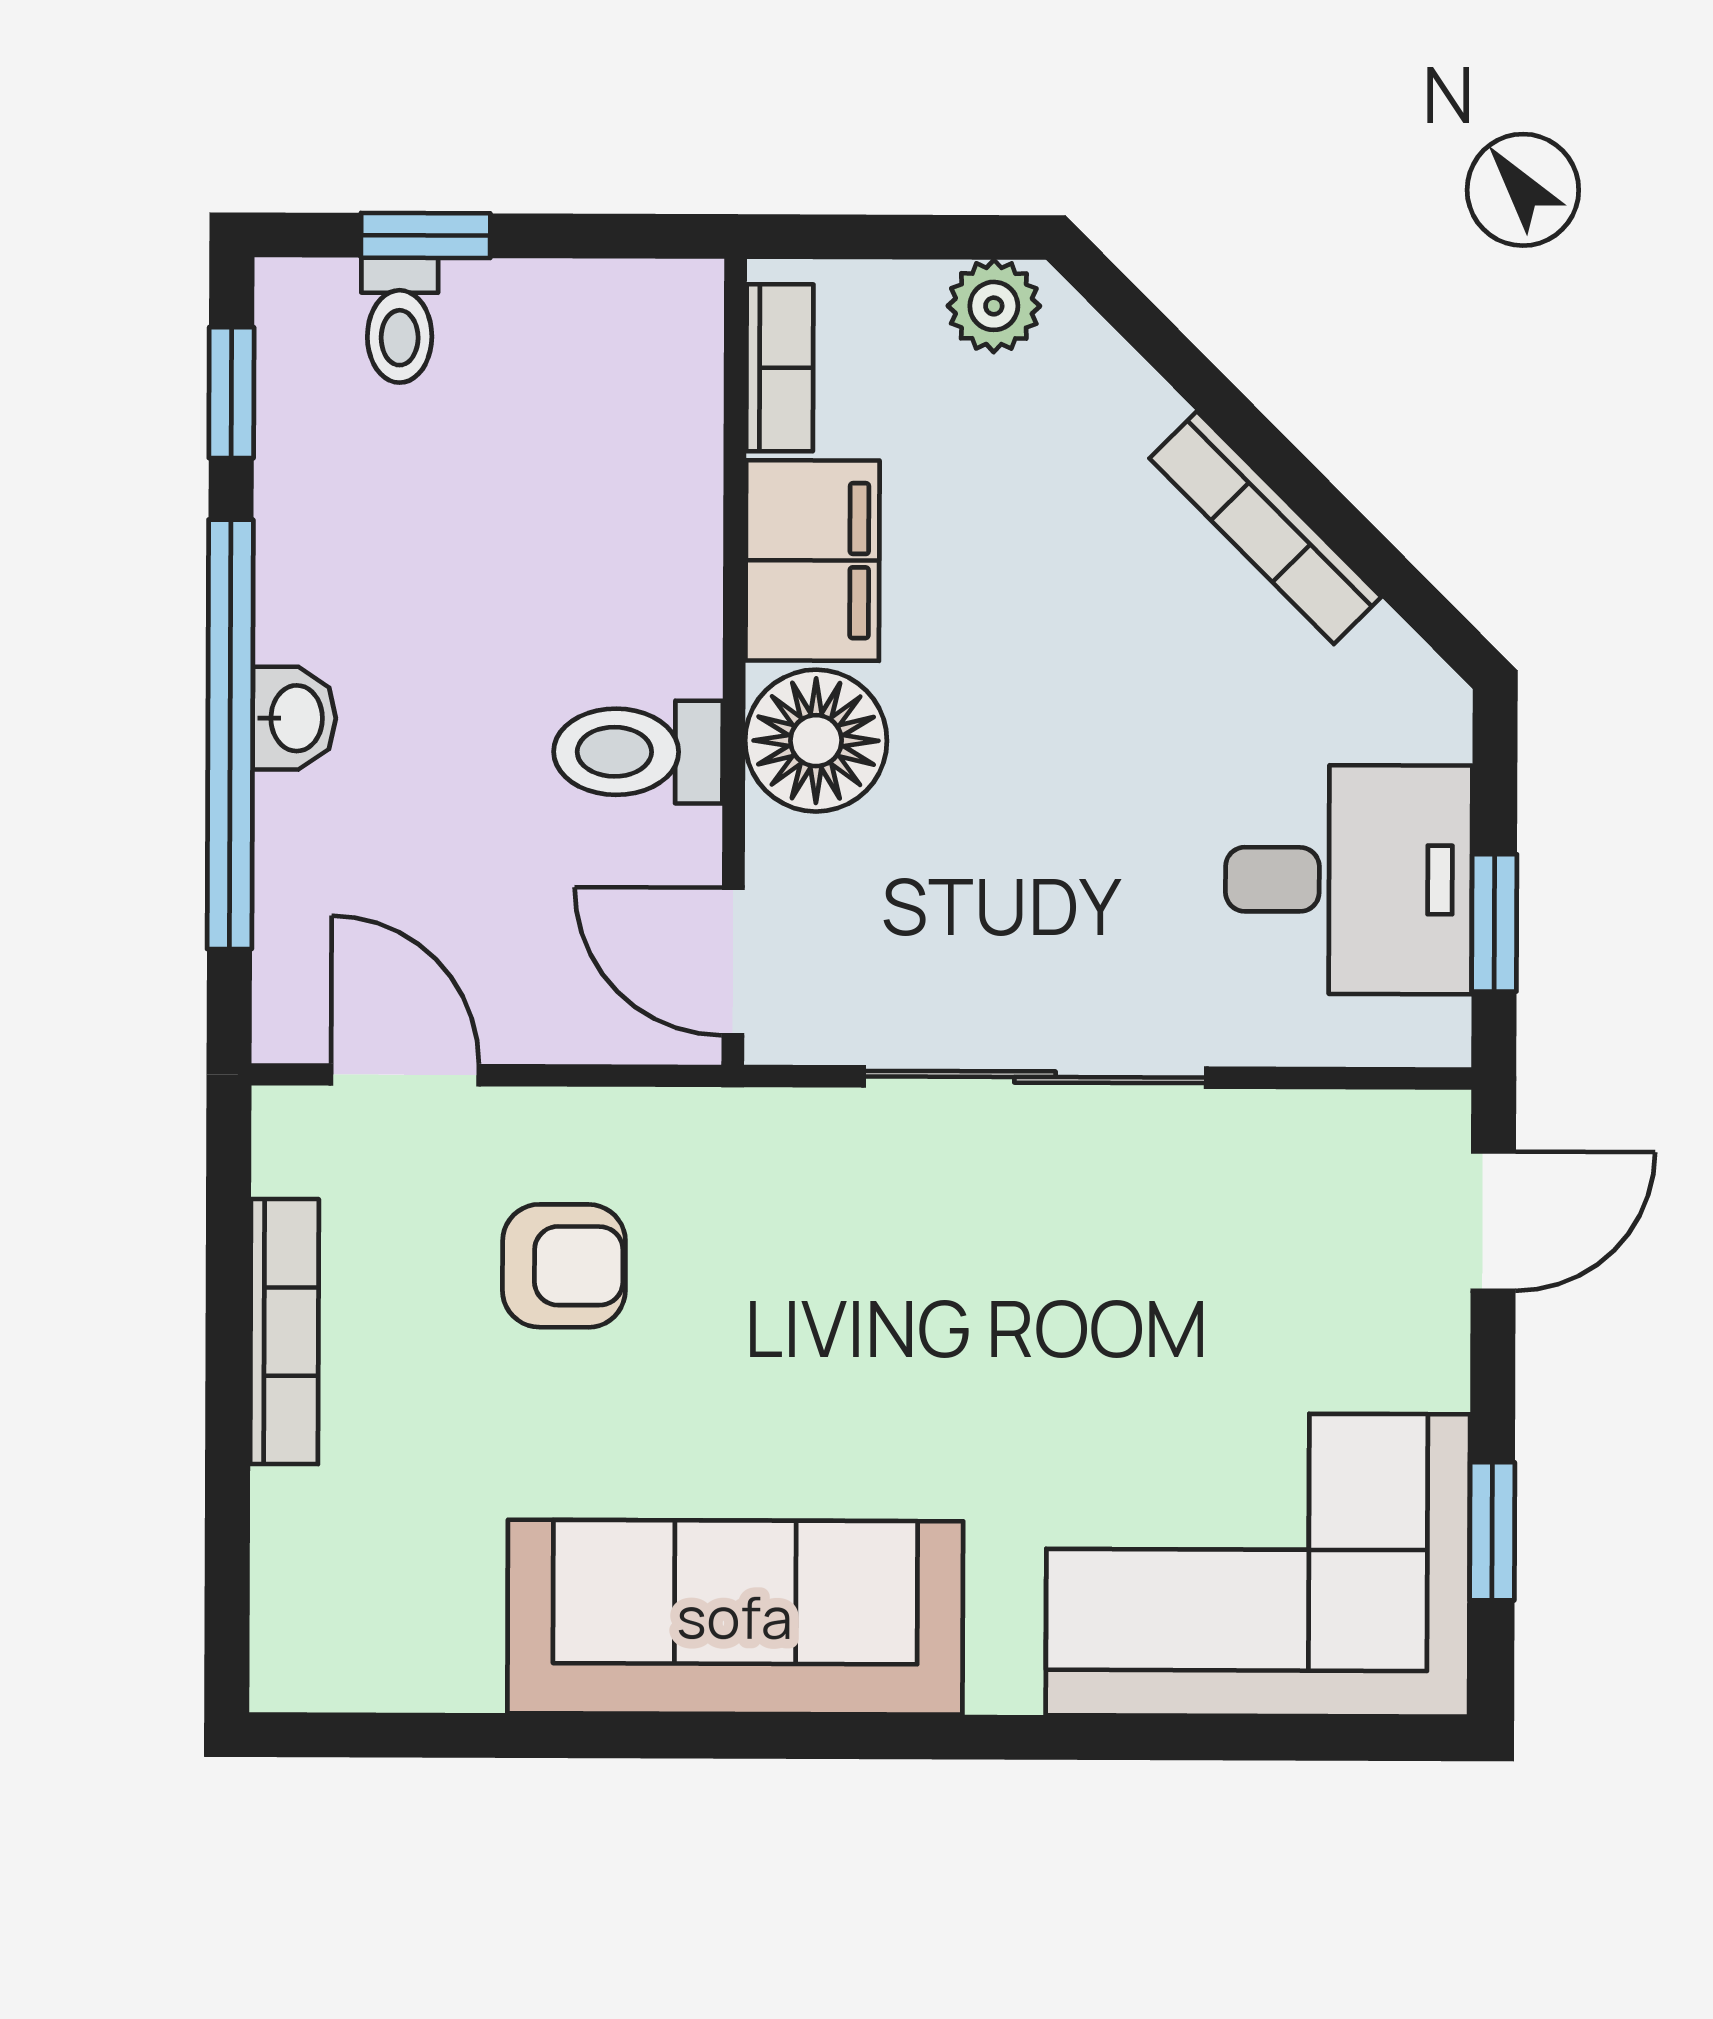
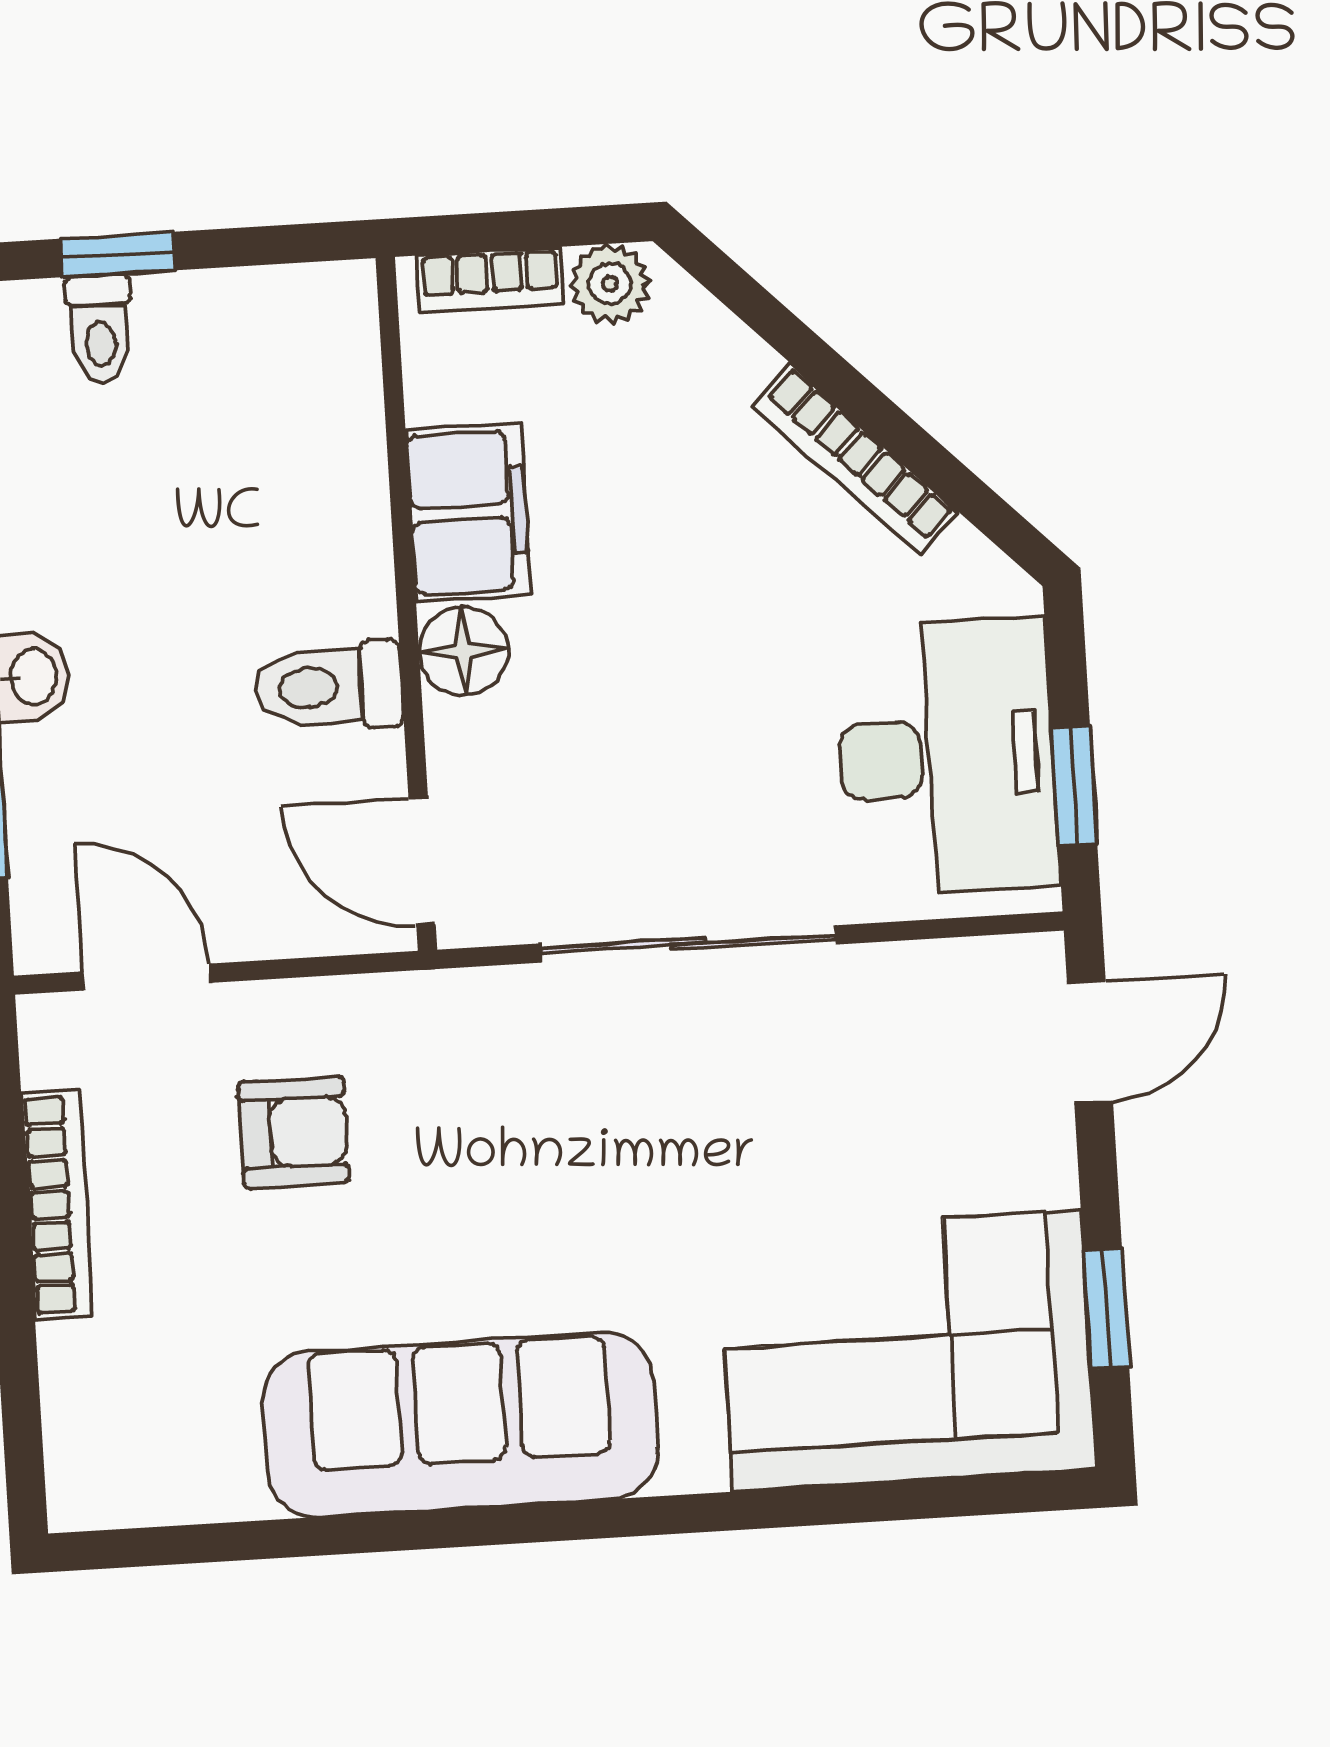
bookcase: (780, 368) -> (490, 280), moved, turned 90
floor lamp: (816, 741) -> (463, 651), width x0.73, depth x0.73
desk: (1349, 880) -> (947, 757), width x1.37

